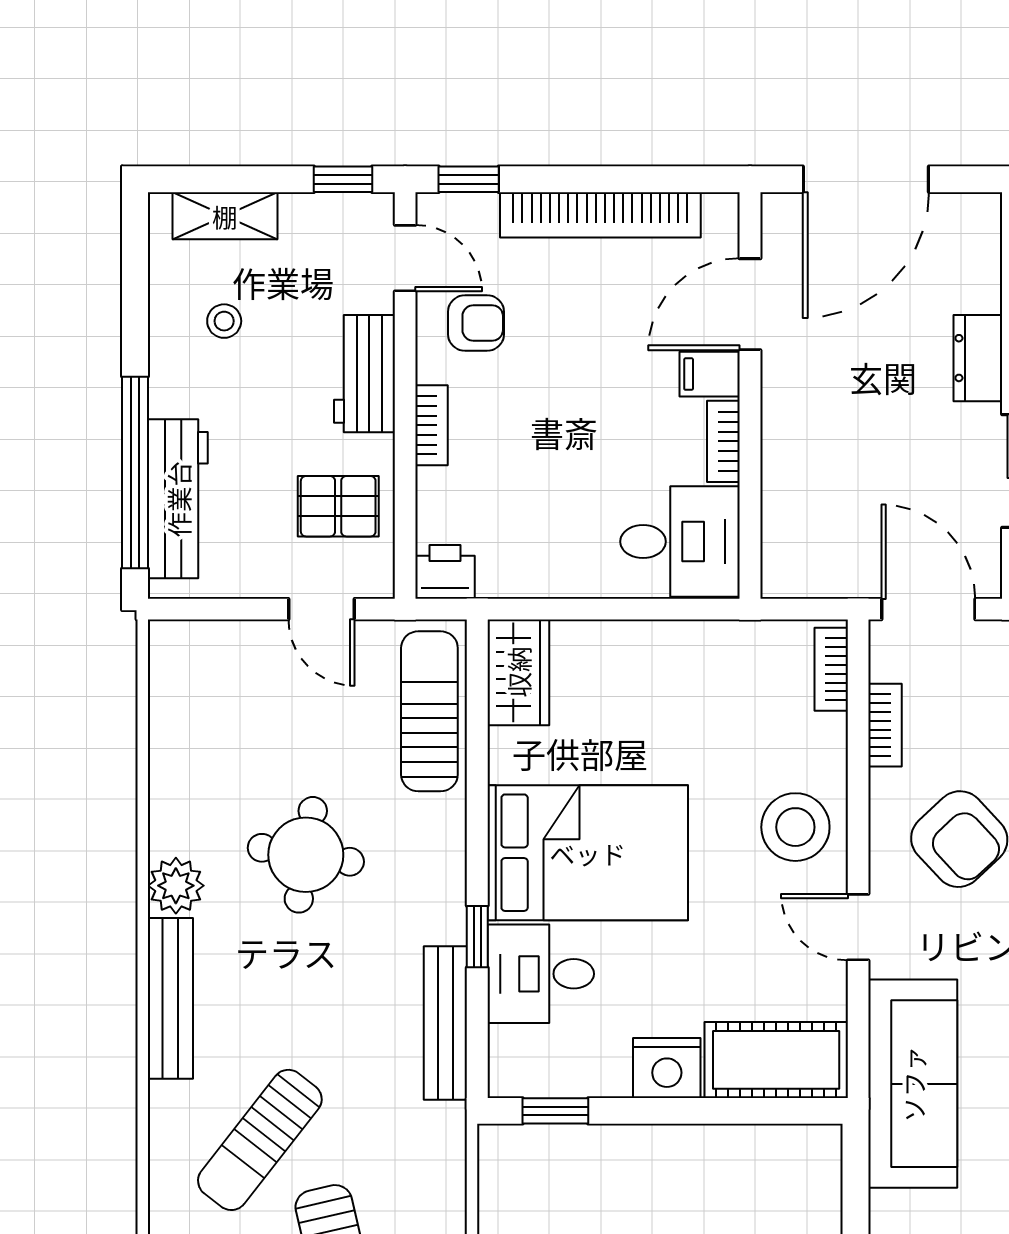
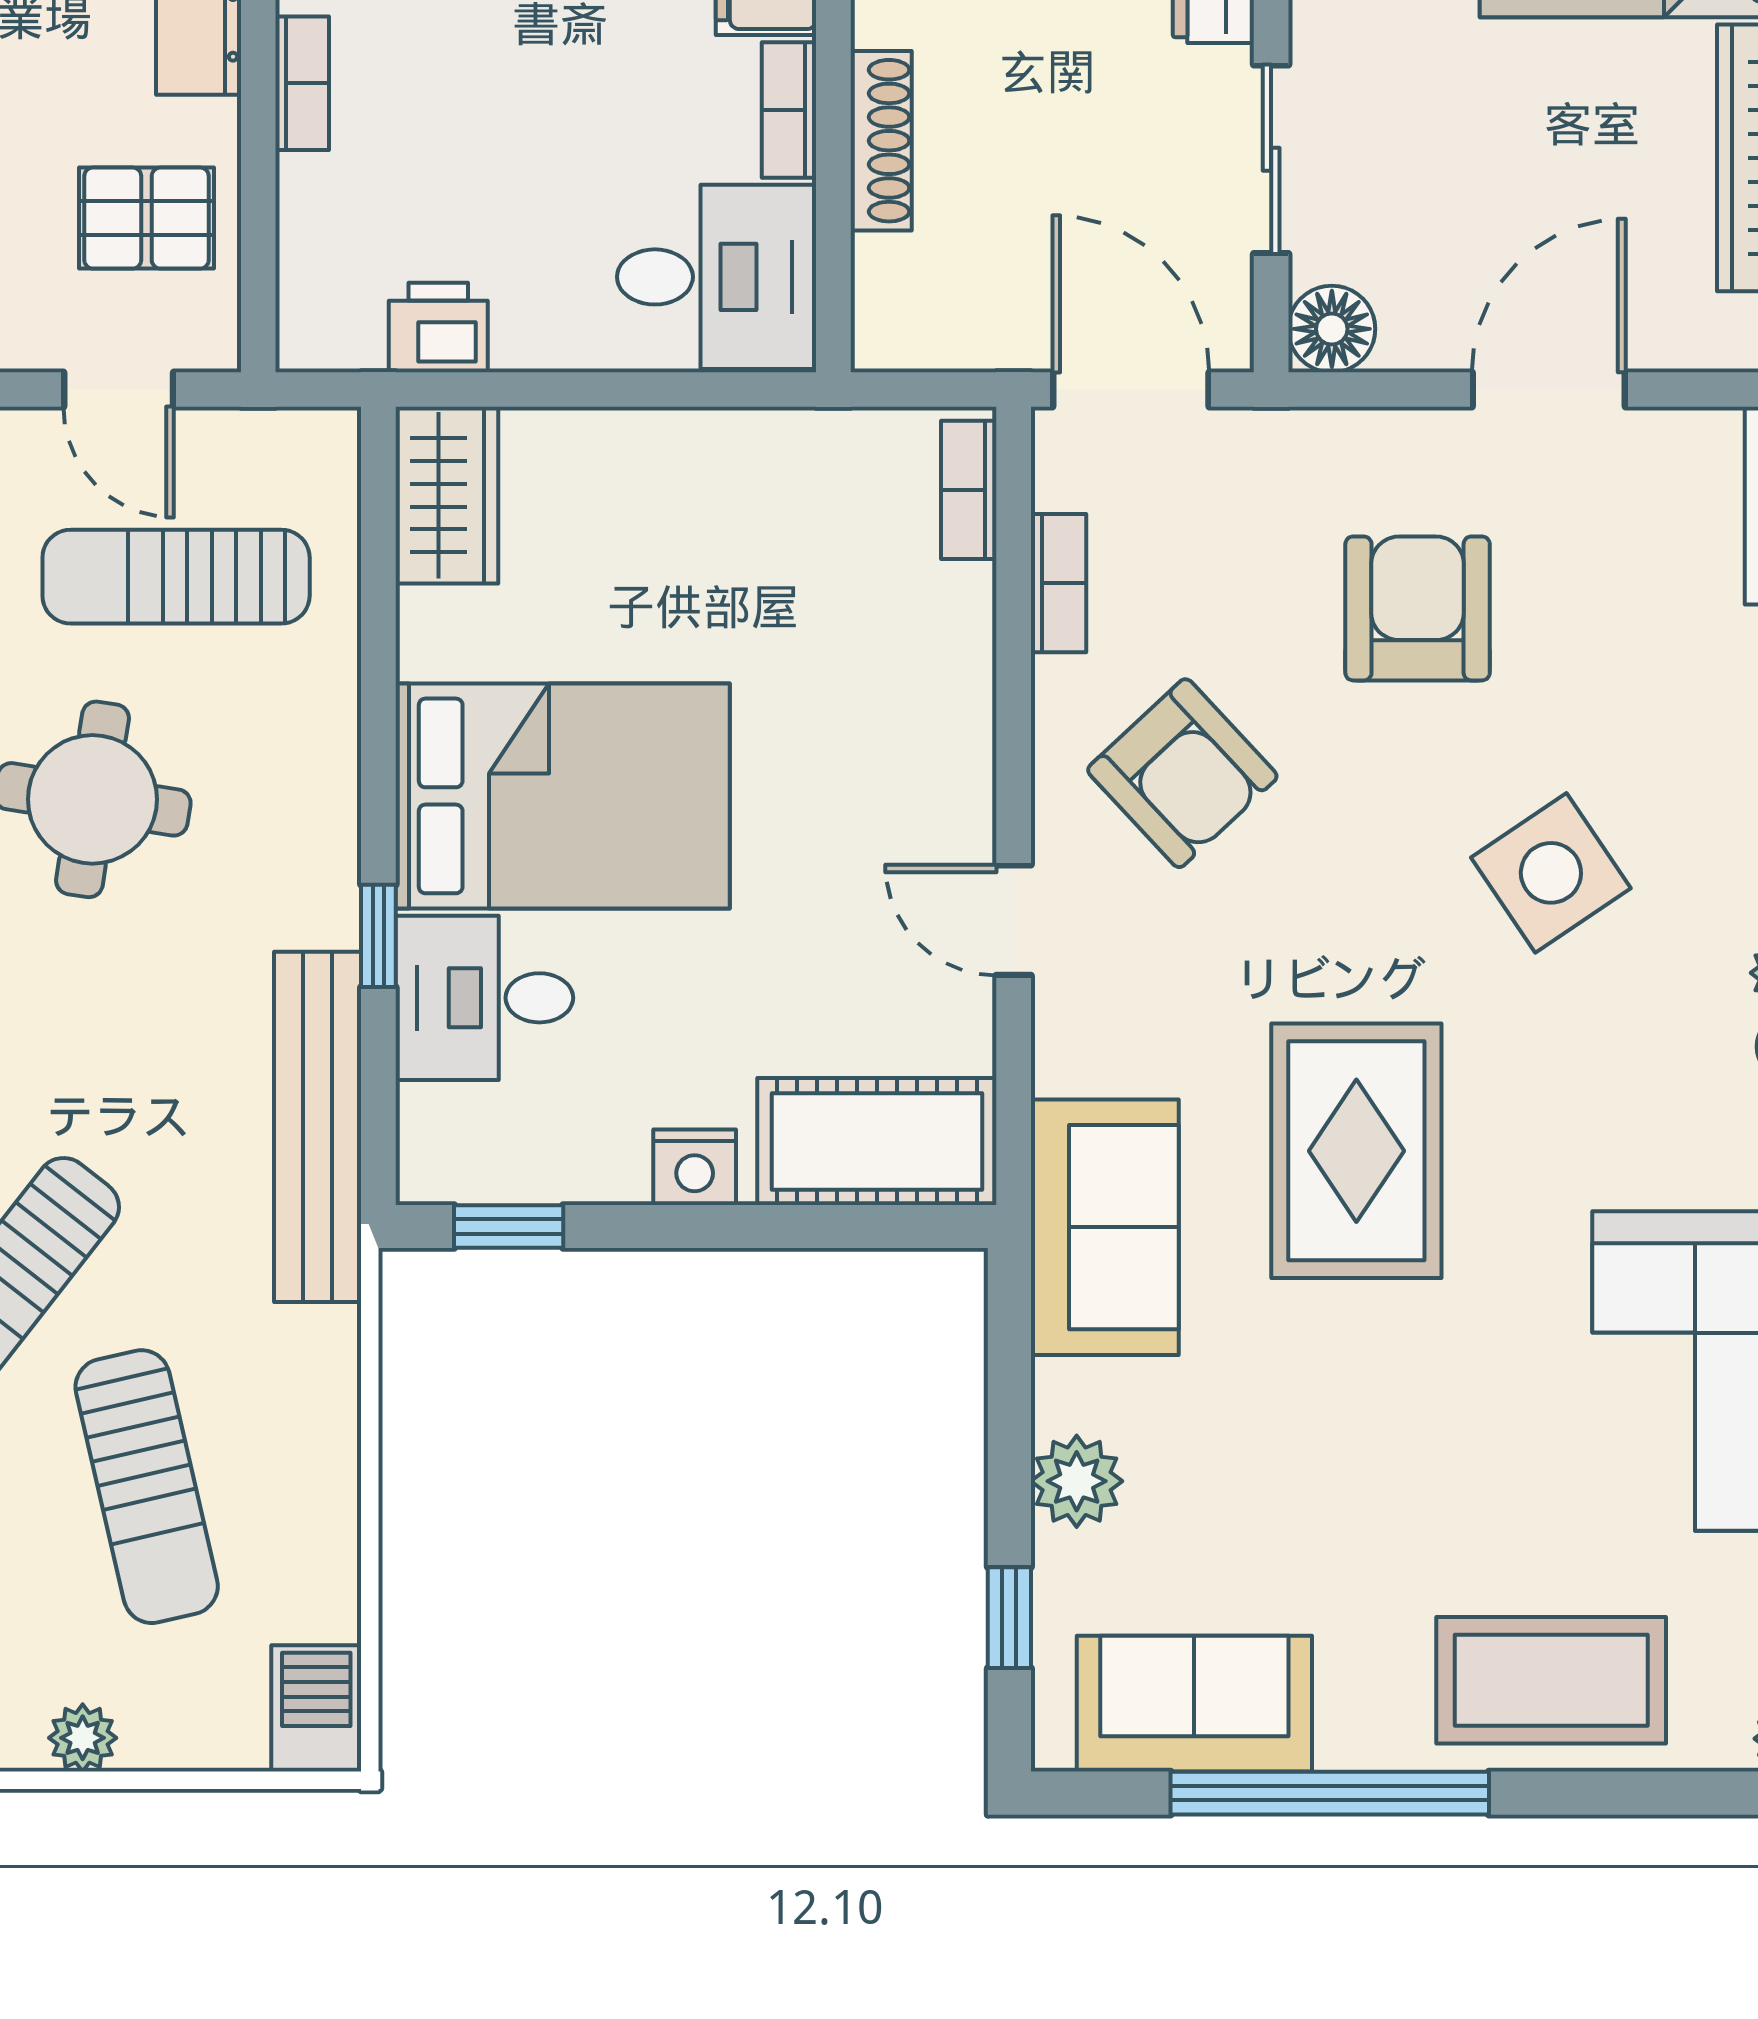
shoe rack: (779, 460) -> (881, 141), added
printer: (445, 572) -> (438, 328), moved
sun lounger: (429, 711) -> (176, 577), moved, turned -90
stool: (795, 827) -> (909, 753), removed
bench: (445, 1023) -> (318, 1127), width x1.37, depth x1.21
nightstand: (667, 1068) -> (695, 1167), width x0.74, depth x0.75
sofa: (913, 1084) -> (1105, 1227), width x0.73

